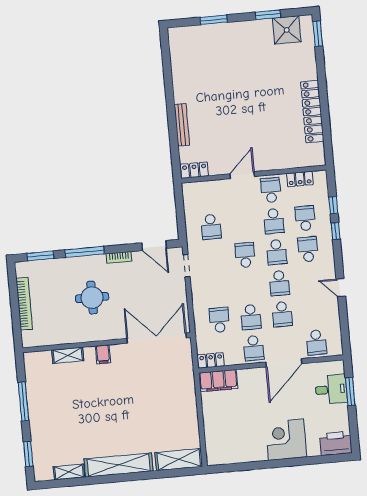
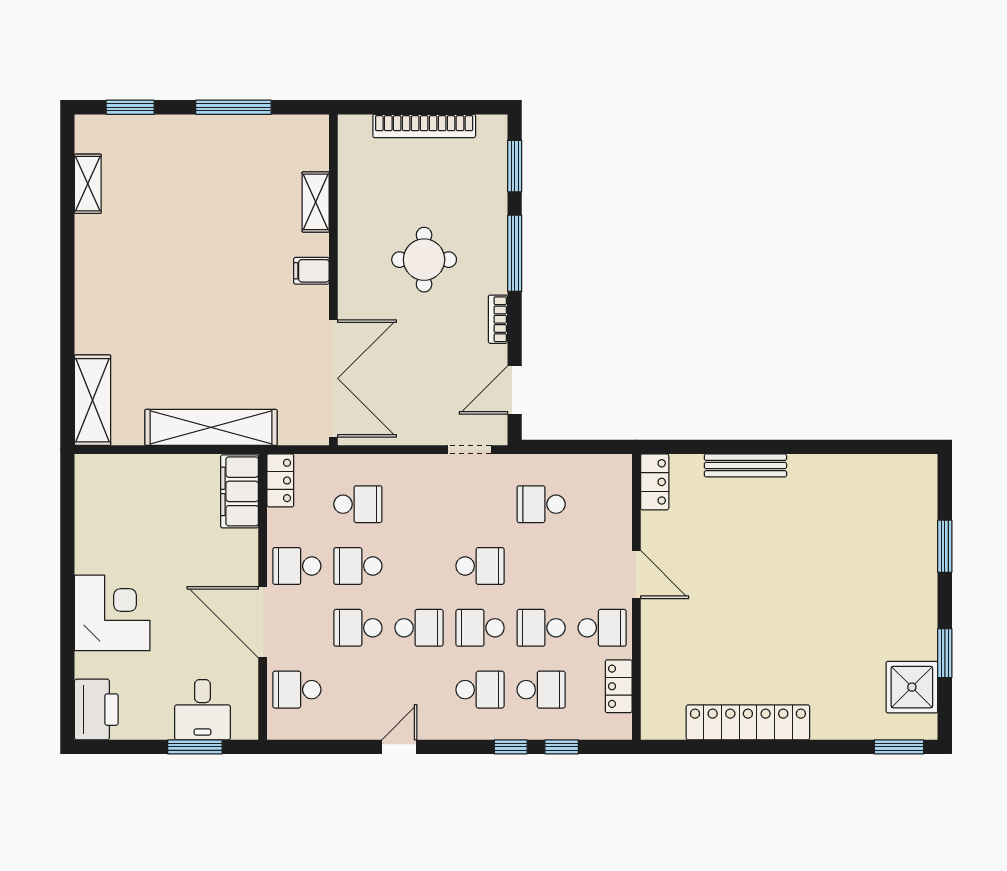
school desk: (279, 283) -> (419, 628), turned 180
shelving: (119, 465) -> (211, 427), moved, turned 90

